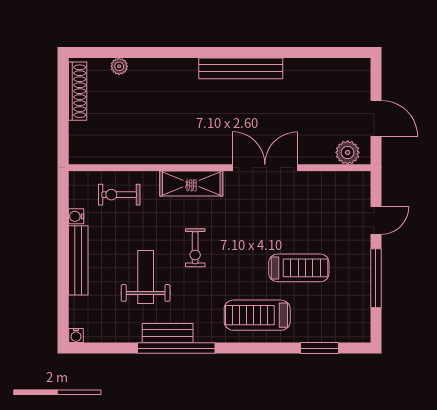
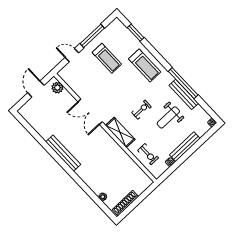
treadmill: (299, 268) -> (107, 58), moved, turned 180
bench: (168, 333) -> (184, 94), width x1.36

